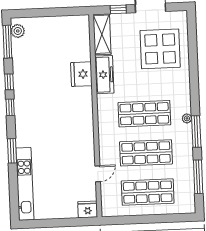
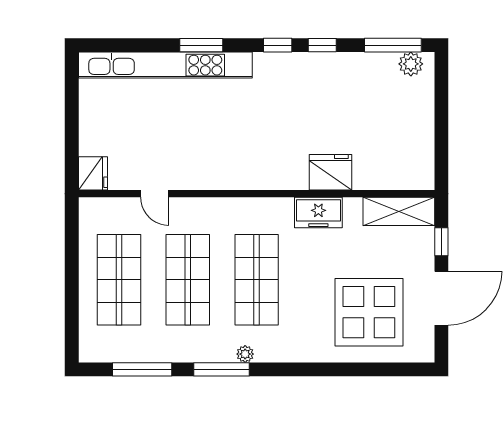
freezer: (104, 75) -> (318, 213), width x0.71
kitchen unit: (25, 184) -> (165, 65), width x1.36

